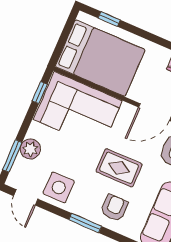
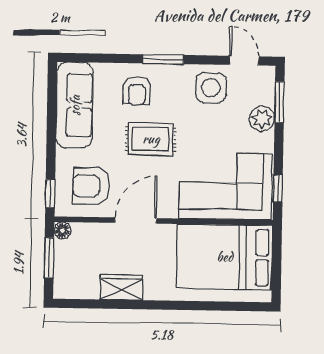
window: (109, 19) -> (233, 306), removed

